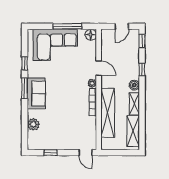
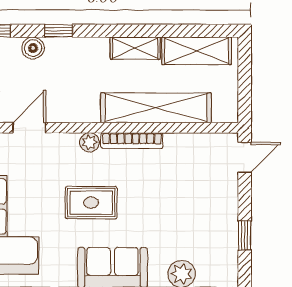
door: (99, 68) -> (29, 128), moved
rug: (65, 84) -> (91, 203), added
boiler: (134, 85) -> (33, 48), moved

